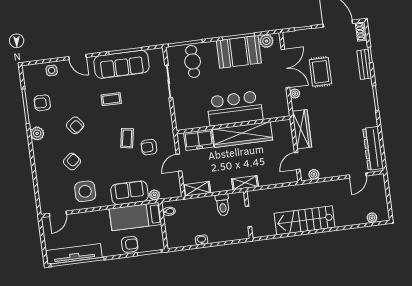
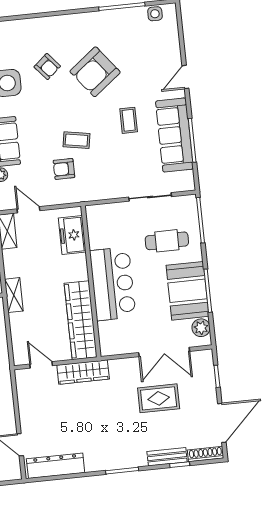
shoe rack: (361, 31) -> (206, 454), width x1.43
cafe table: (193, 61) -> (167, 241), moved
side table: (52, 70) -> (155, 14), moved
plant: (295, 94) -> (131, 364), removed
armchair: (42, 103) -> (126, 29), removed
armchair: (75, 125) -> (95, 72), width x1.88, depth x1.88
plant: (37, 133) -> (85, 21), removed
wardrobe: (243, 135) -> (81, 320), moved
armchair: (149, 147) -> (64, 169), turned -90
door: (179, 163) -> (28, 210), moved
plant: (314, 174) -> (23, 387), removed

